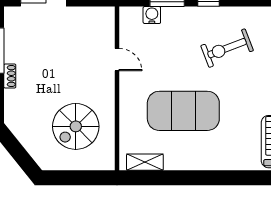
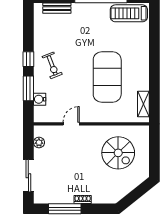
plant: (91, 14) -> (39, 142), added
exercise bike: (227, 48) -> (52, 65), moved, width x0.73, depth x0.72

